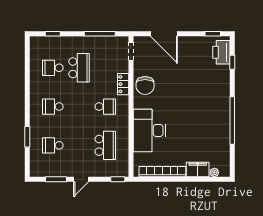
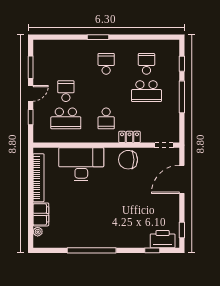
window: (100, 34) -> (182, 97), moved
window: (27, 137) -> (98, 37), moved
school desk: (53, 145) -> (66, 91), moved
door: (81, 179) -> (31, 93), swing flipped
window: (118, 179) -> (31, 117), moved

